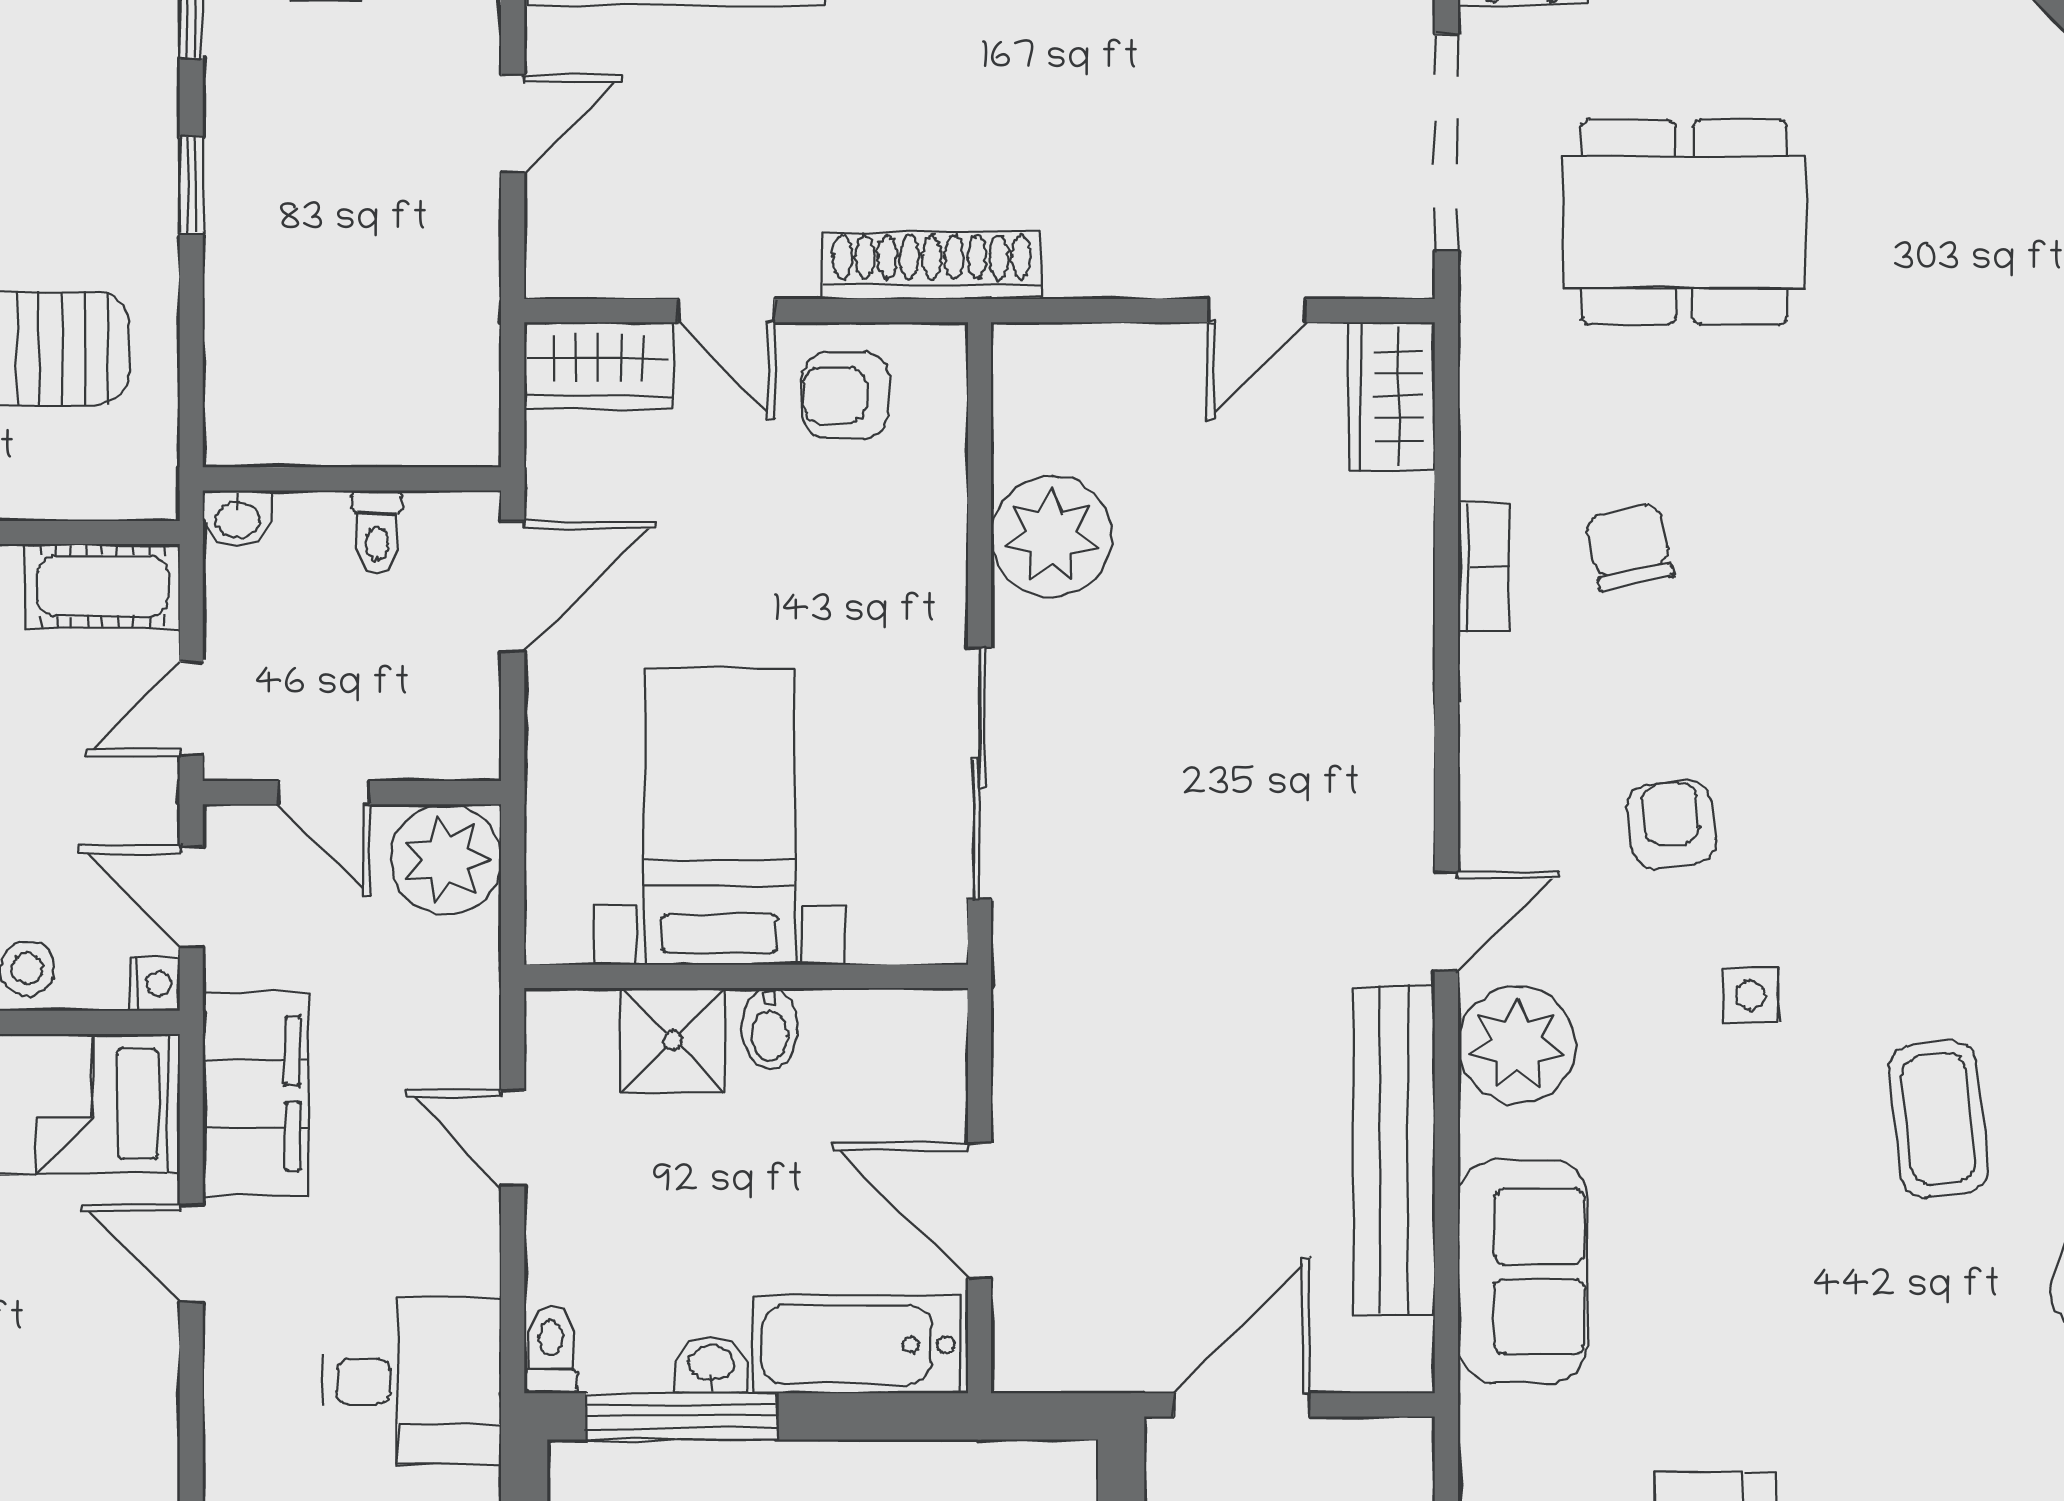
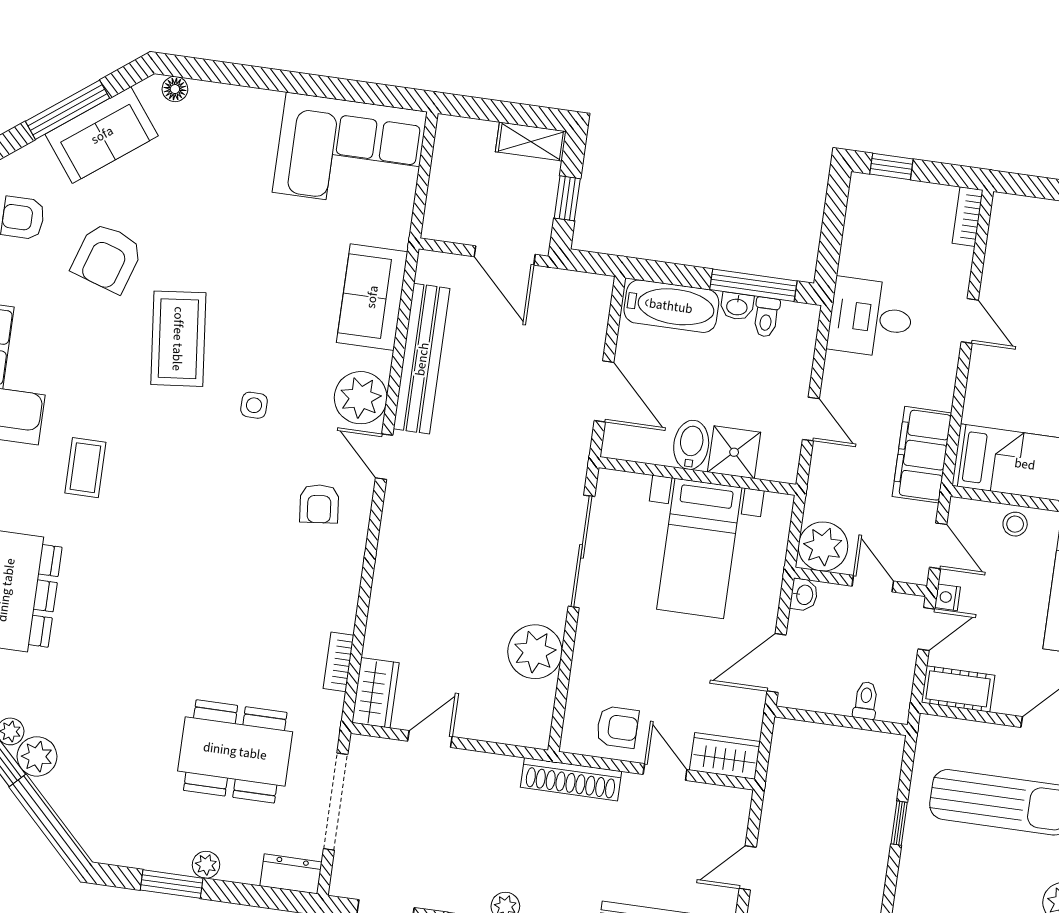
window: (191, 185) -> (899, 823), moved
washbasin: (237, 518) -> (804, 595), moved, turned 90
toilet: (377, 532) -> (866, 700), moved
chair: (1629, 547) -> (280, 611), removed
bookcase: (1483, 567) -> (338, 662), moved
armchair: (1672, 824) -> (319, 504), moved
door: (1446, 922) -> (384, 457), hinge flipped
nightstand: (154, 984) -> (948, 597), moved
bidet: (770, 1029) -> (691, 445), width x1.38, depth x1.36
coffee table: (1939, 1119) -> (178, 339), width x1.36, depth x1.32
door: (980, 1211) -> (604, 391), moved
door: (191, 1253) -> (970, 321), moved
toilet: (551, 1350) -> (766, 317), moved
door: (1242, 1405) -> (505, 255), hinge flipped

